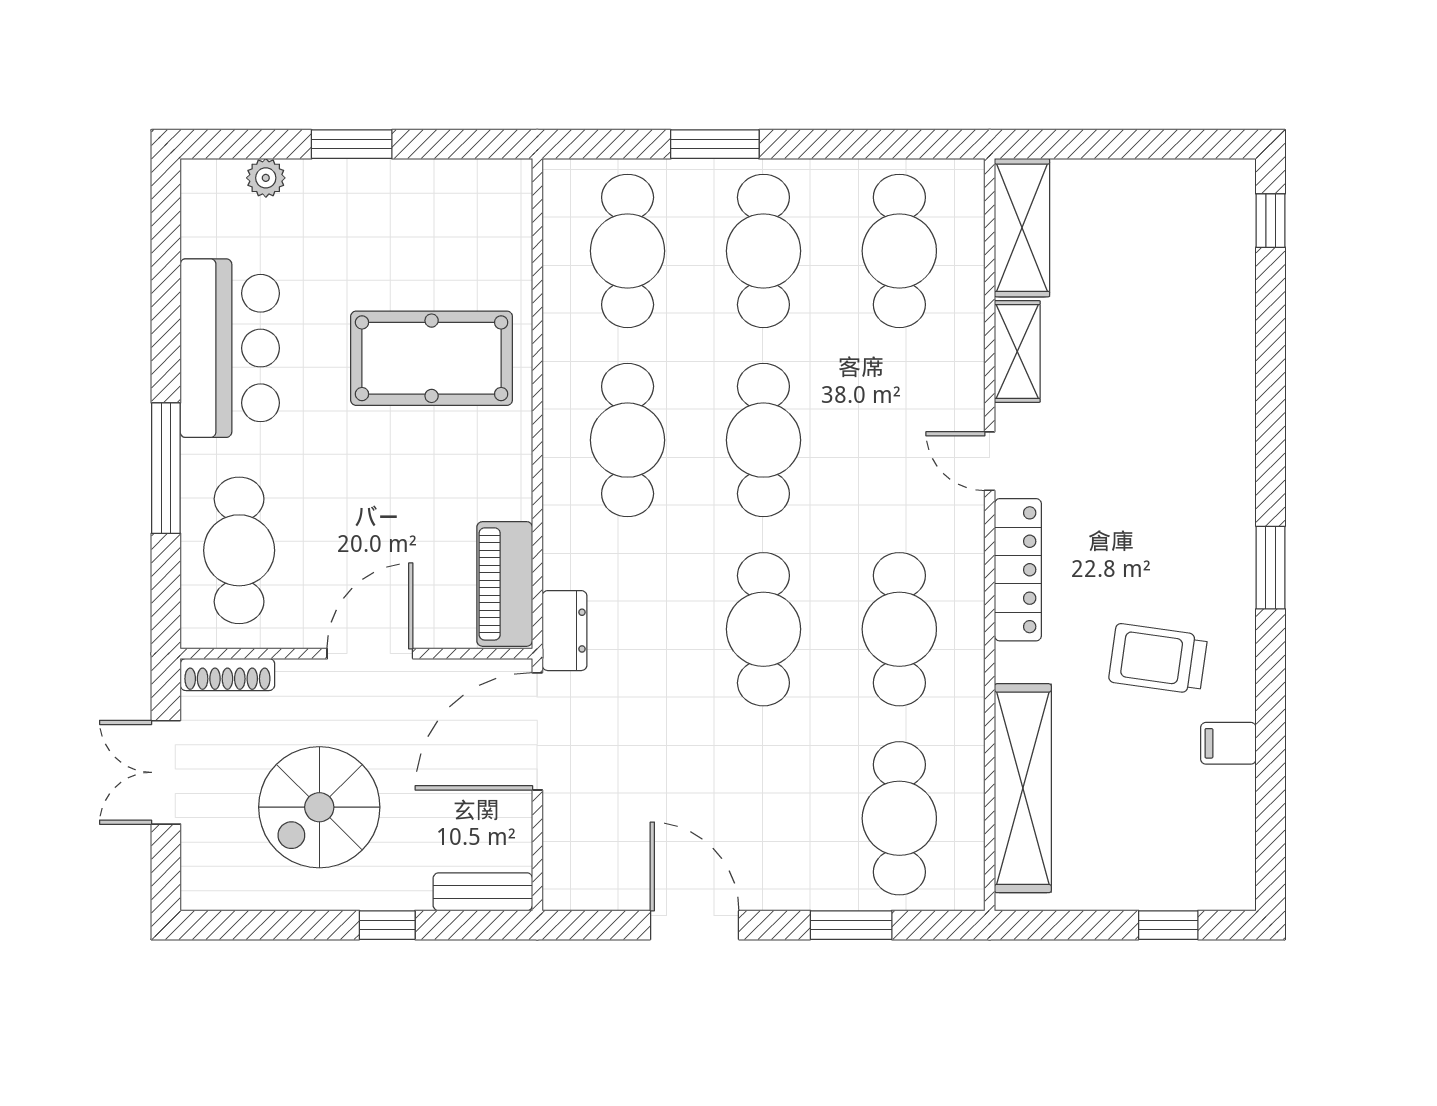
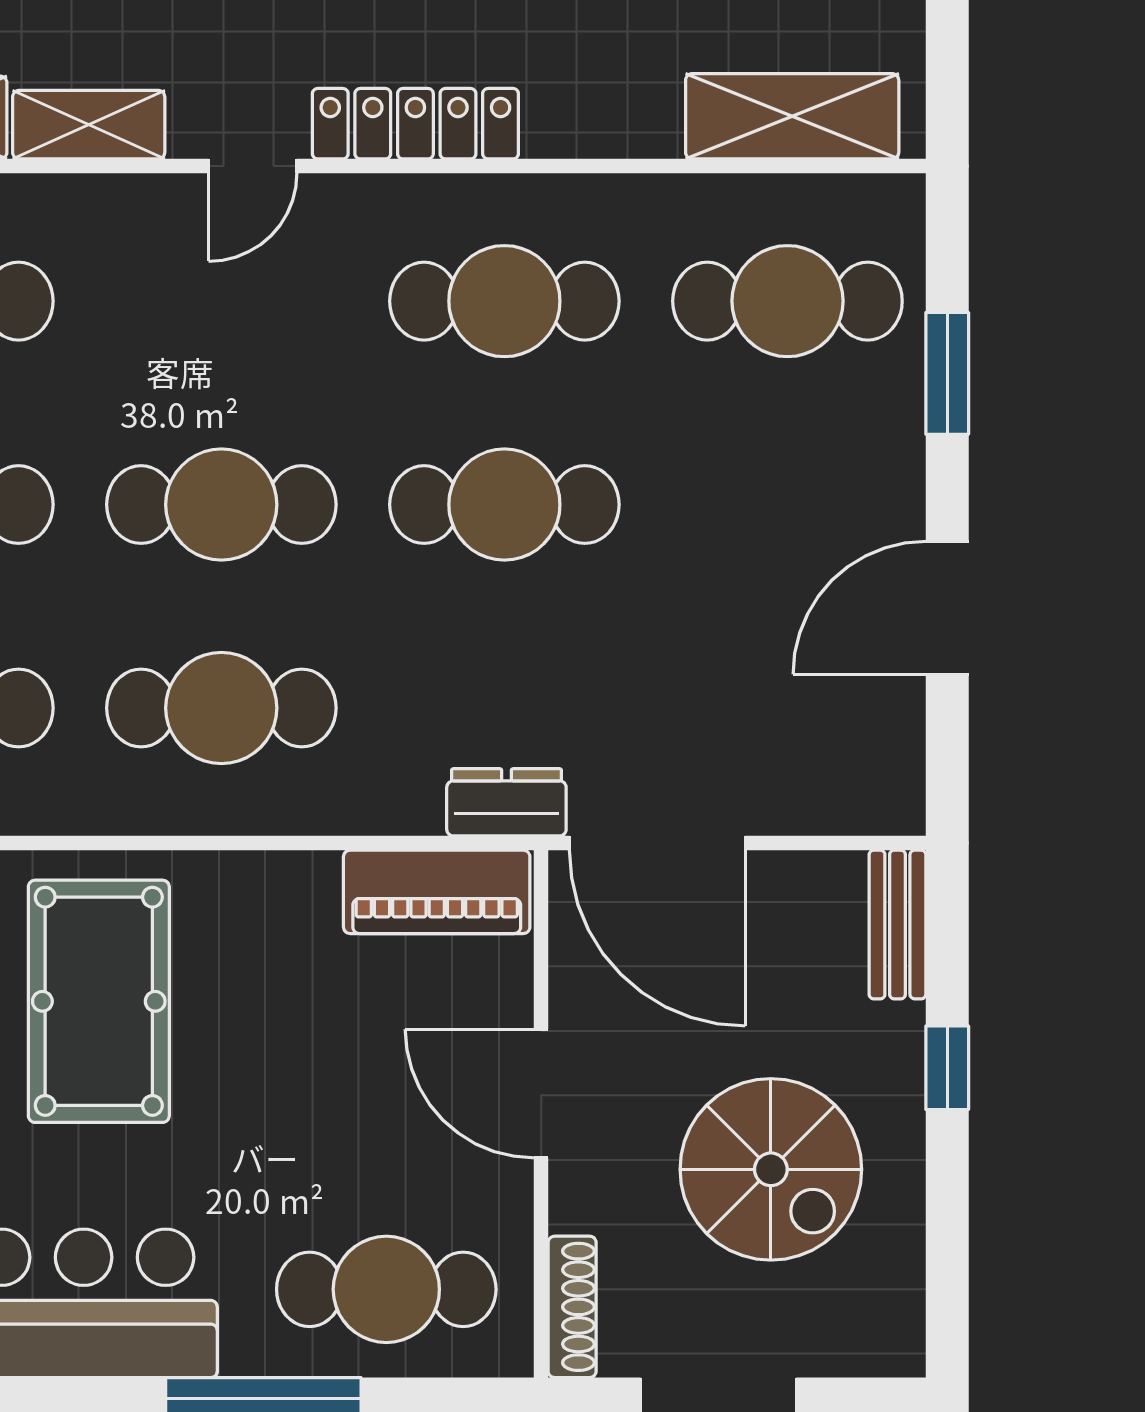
shelving: (1023, 788) -> (792, 116), width x0.68

